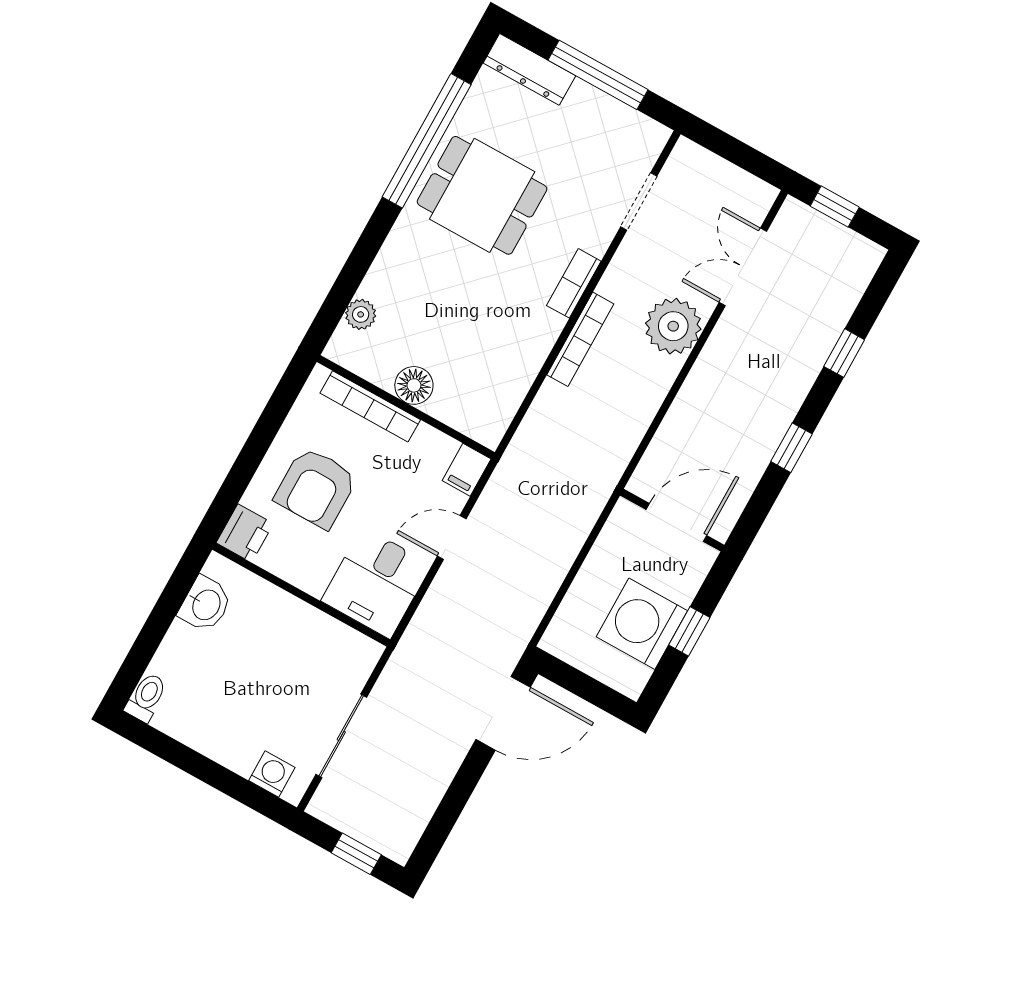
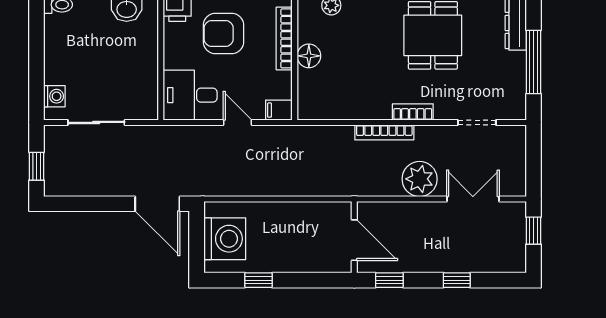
wall: (672, 520) -> (354, 237), moved
door: (676, 522) -> (354, 240), moved
washing machine: (642, 624) -> (225, 239), moved, turned 90

